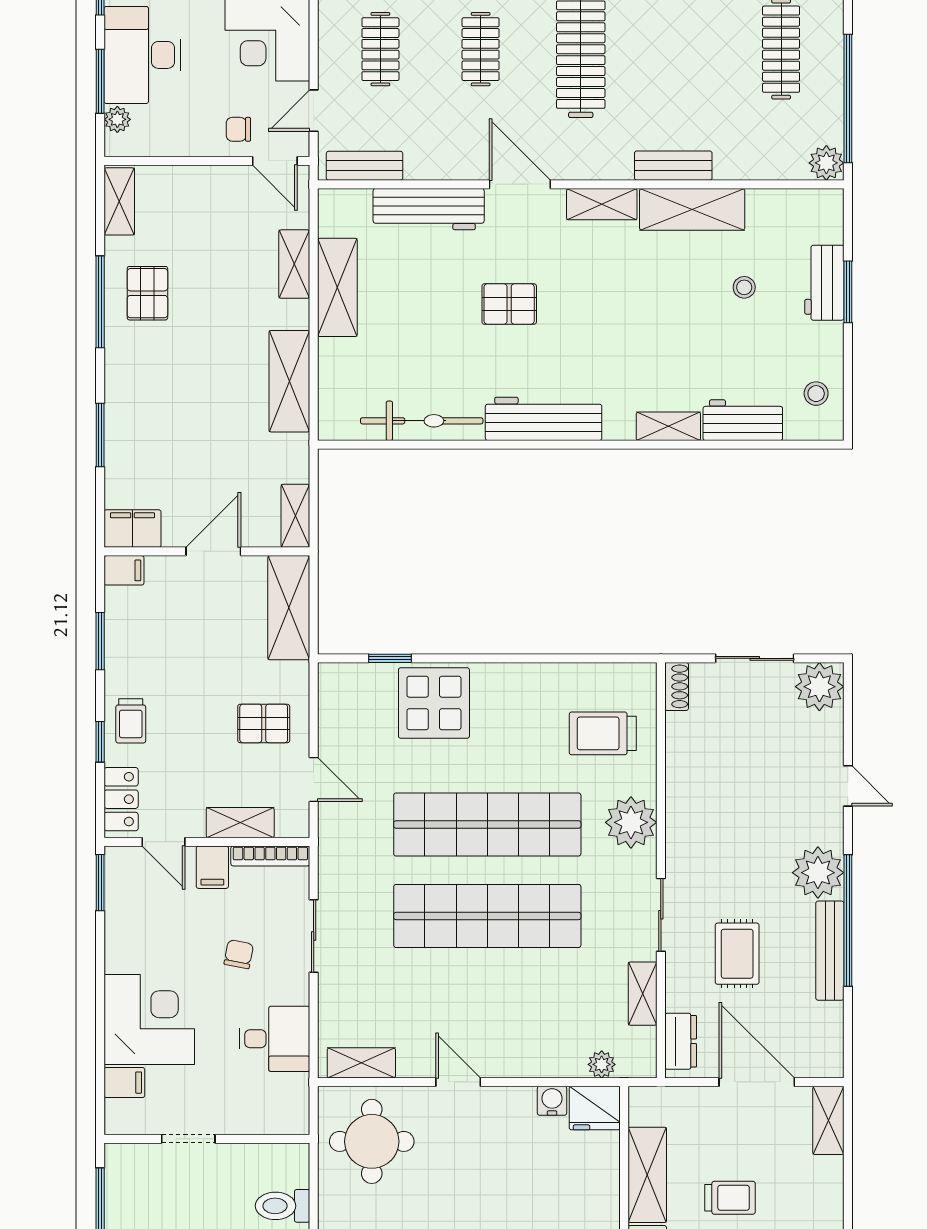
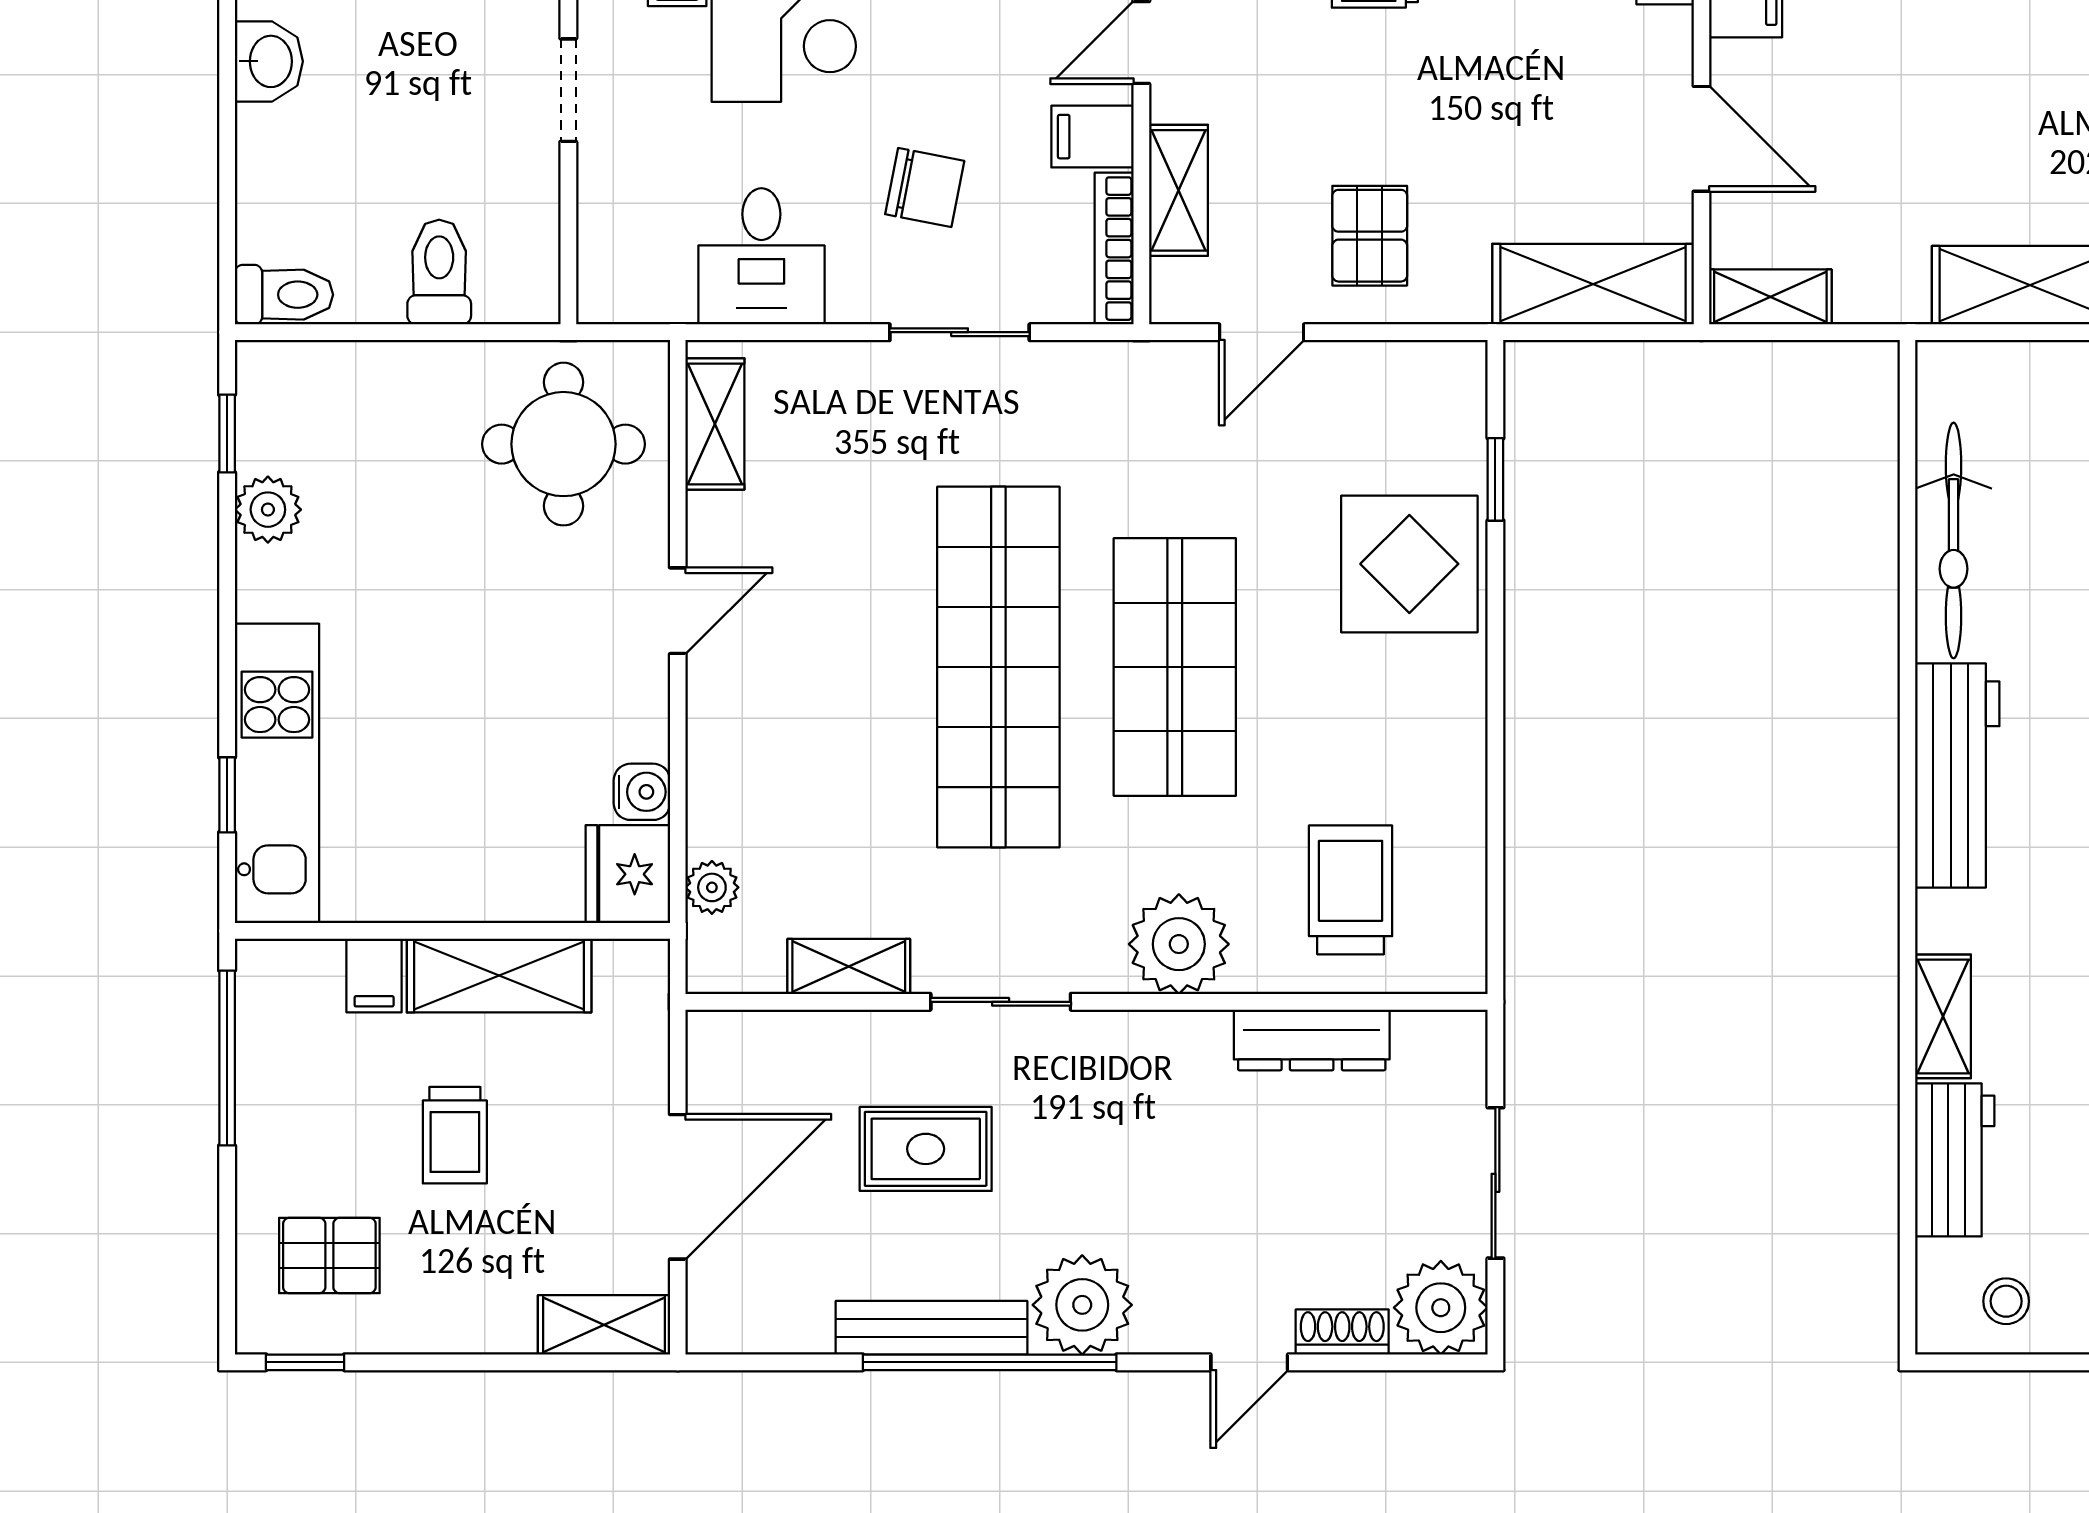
shoe rack: (677, 686) -> (1342, 1332), moved, turned 180
shop shelf: (487, 825) -> (1175, 667), width x0.71
chair: (239, 954) -> (925, 187), width x1.37, depth x1.37
dresser: (681, 1041) -> (1312, 1040), moved, width x1.44

